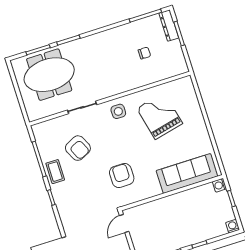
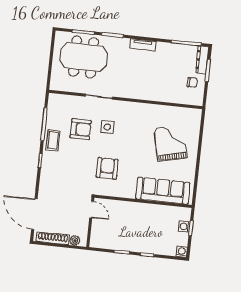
tv unit: (103, 36) -> (143, 45), added
chair: (144, 53) -> (192, 82), moved
side table: (118, 111) -> (107, 127), moved
grand piano: (160, 116) -> (170, 143), moved
armchair: (78, 148) -> (81, 129), turned -64
washing machine: (220, 185) -> (184, 227), moved
door: (124, 224) -> (92, 210), swing flipped

